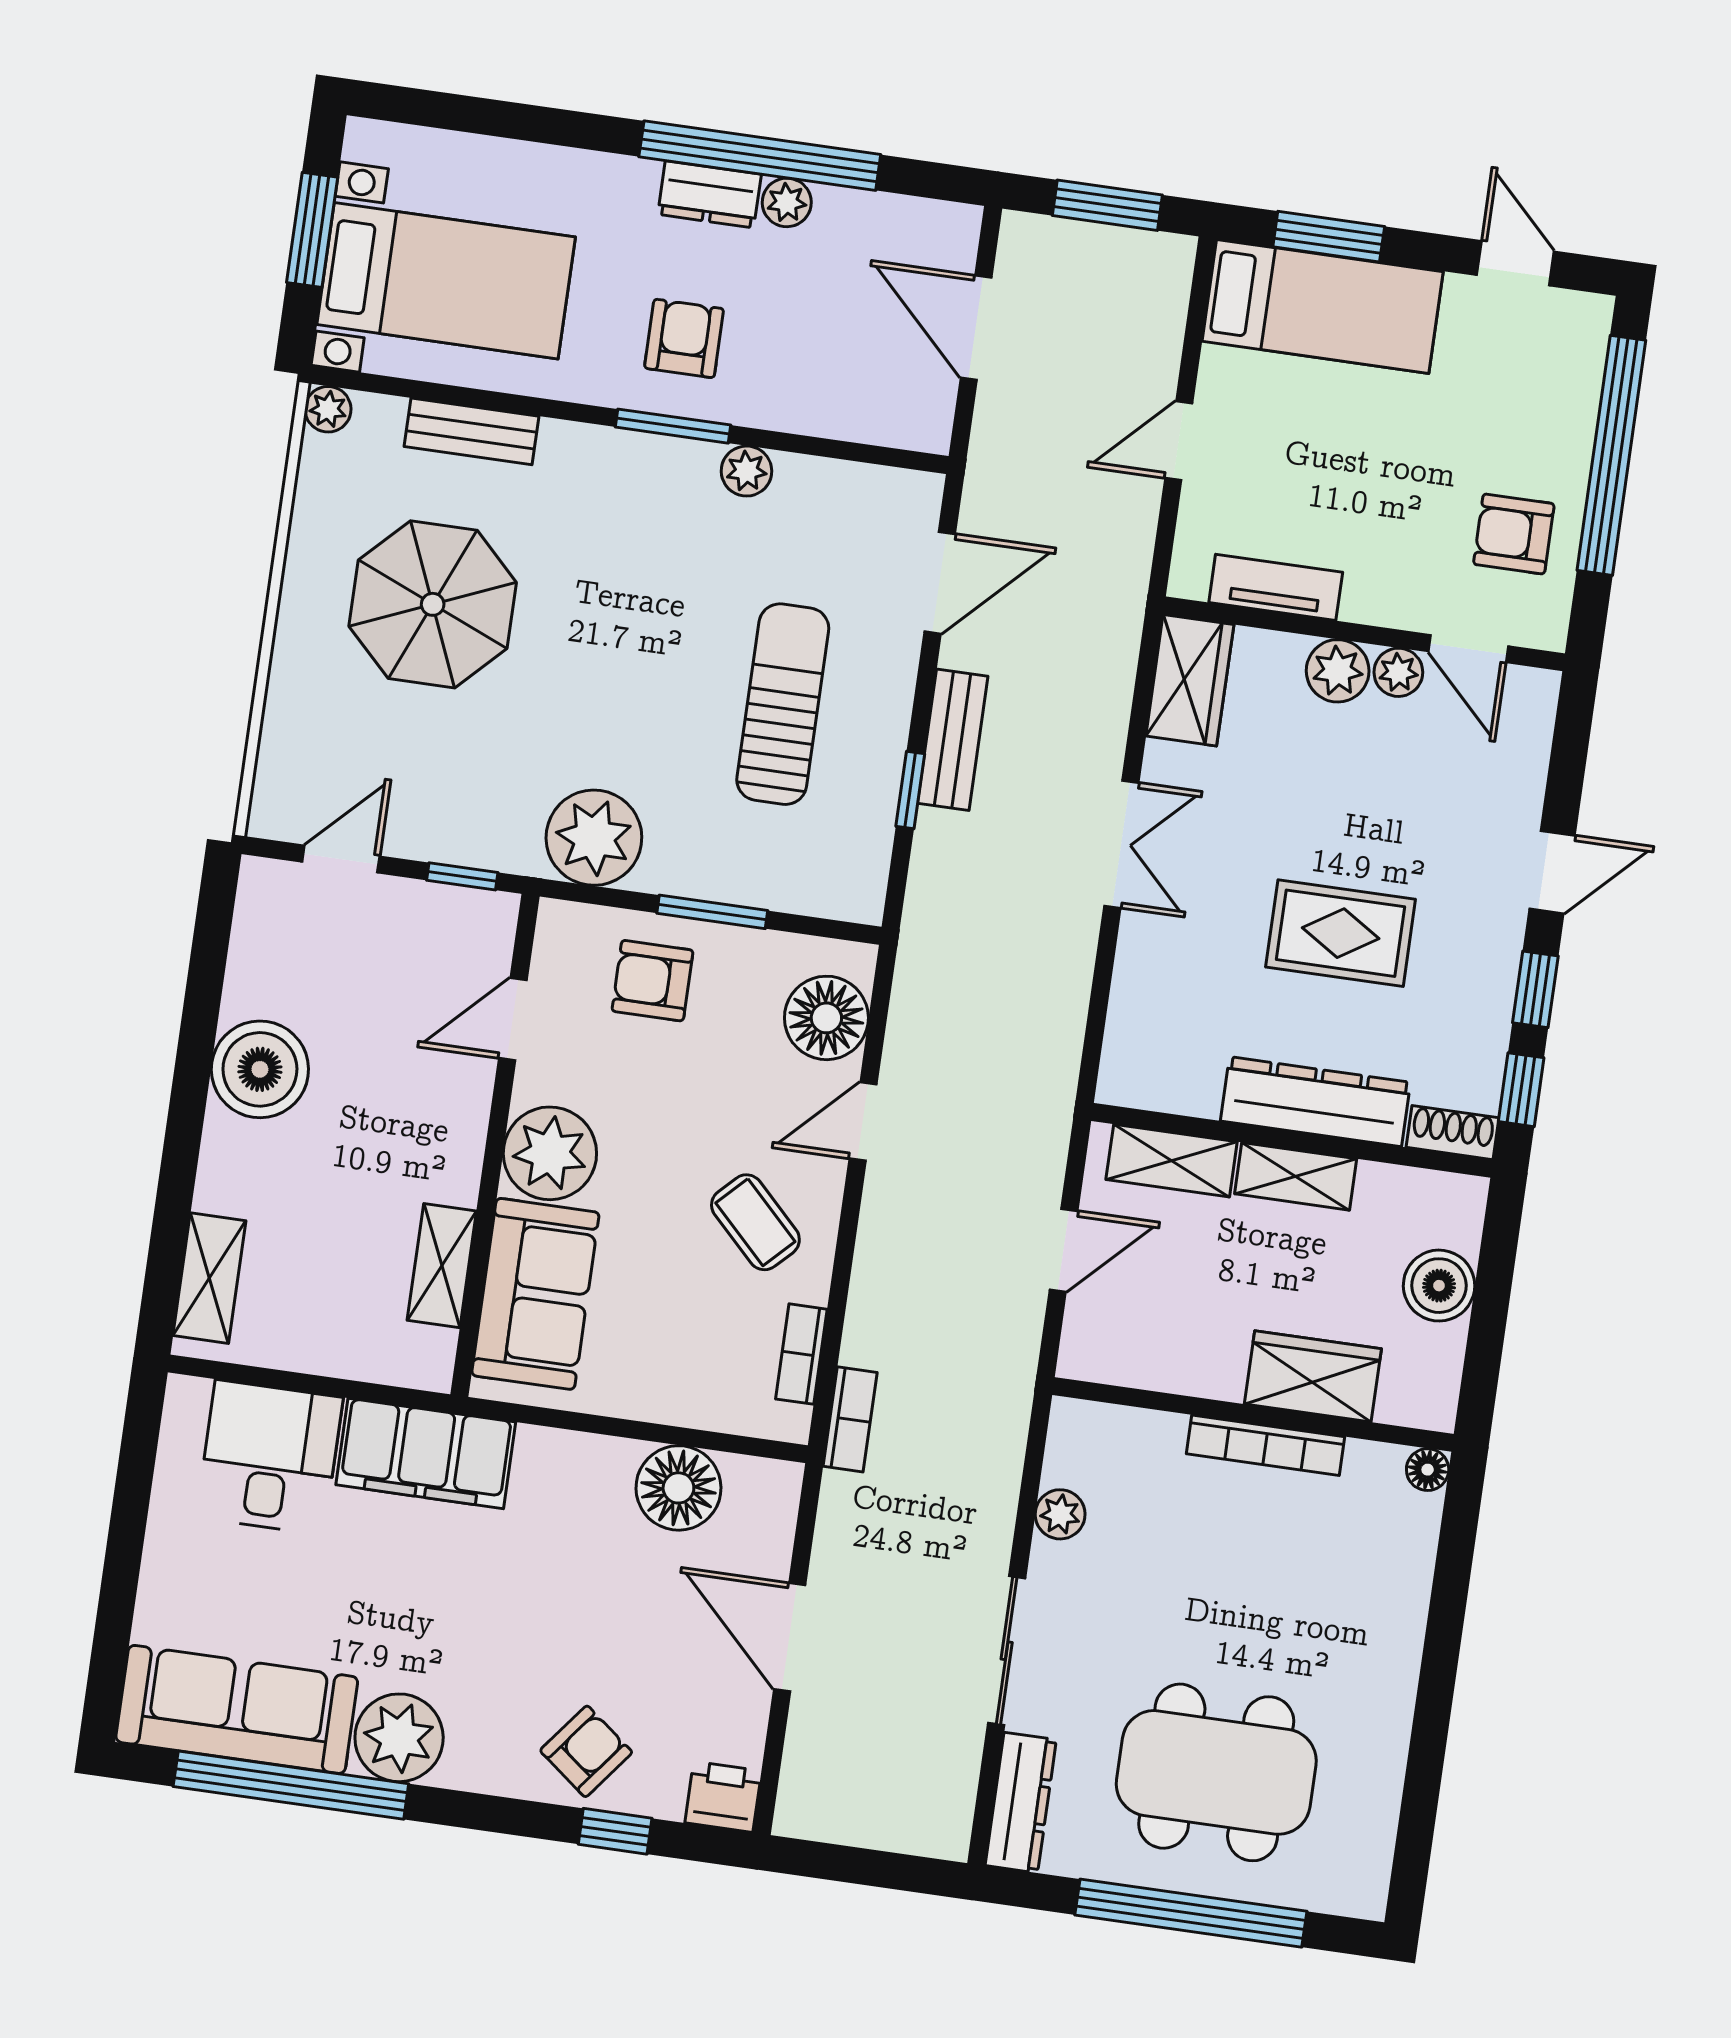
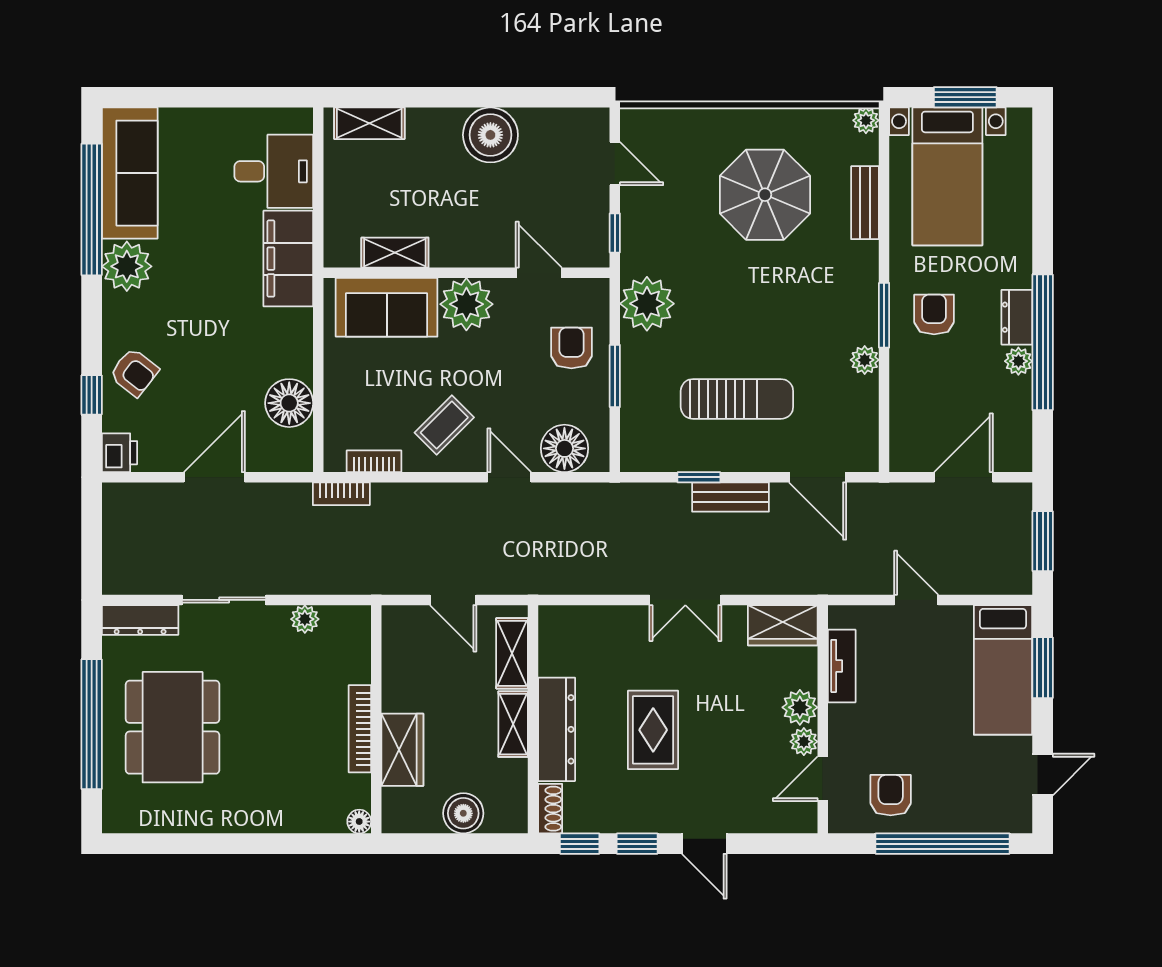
armchair: (684, 338) -> (934, 314), turned -90

